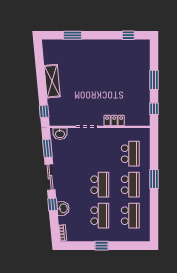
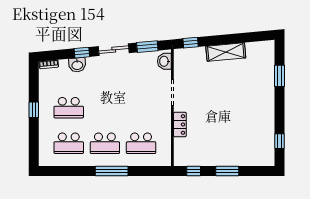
window: (154, 179) -> (112, 171), width x1.44
school desk: (100, 185) -> (105, 108), removed

